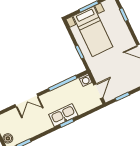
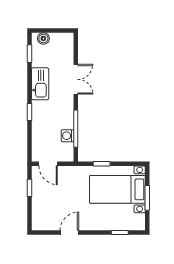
washing machine: (85, 80) -> (68, 136), moved
double door: (27, 100) -> (76, 79), swing flipped
kitchen sink: (63, 115) -> (40, 84), moved

